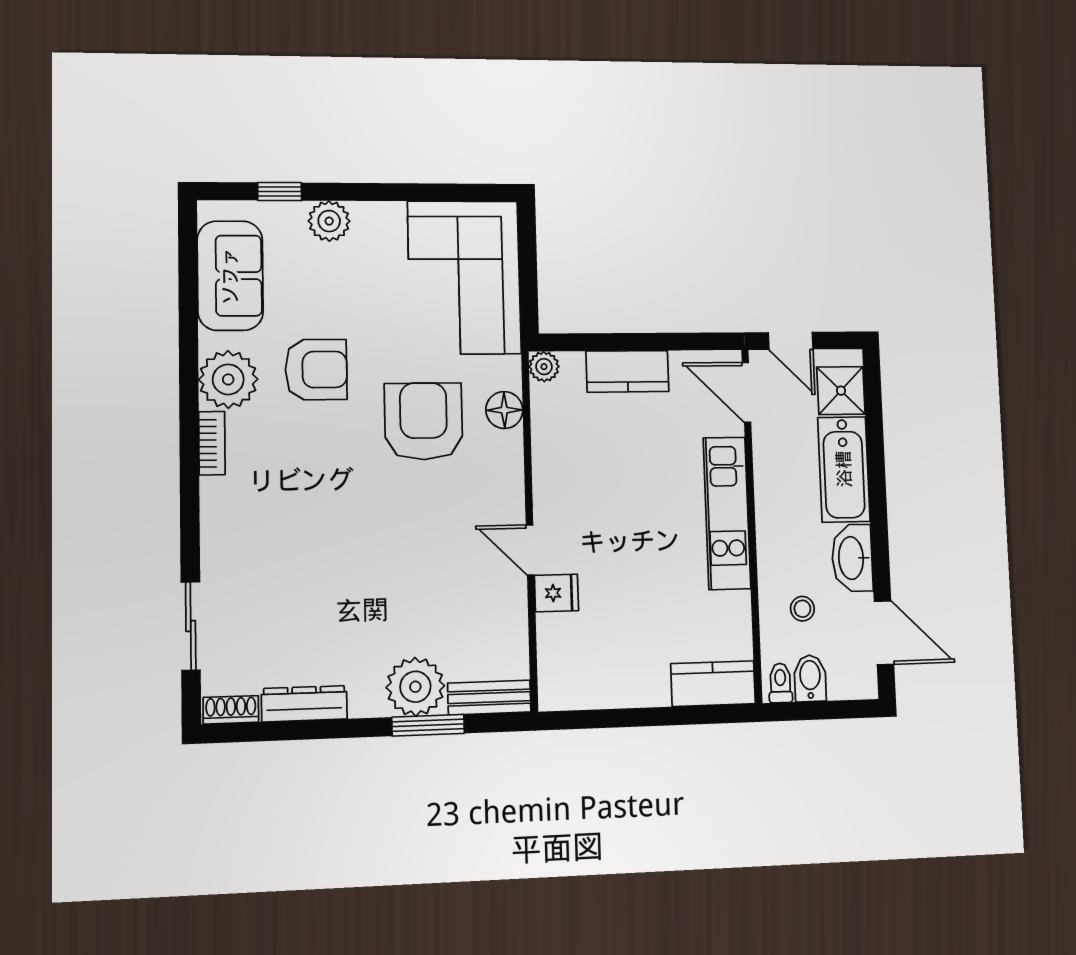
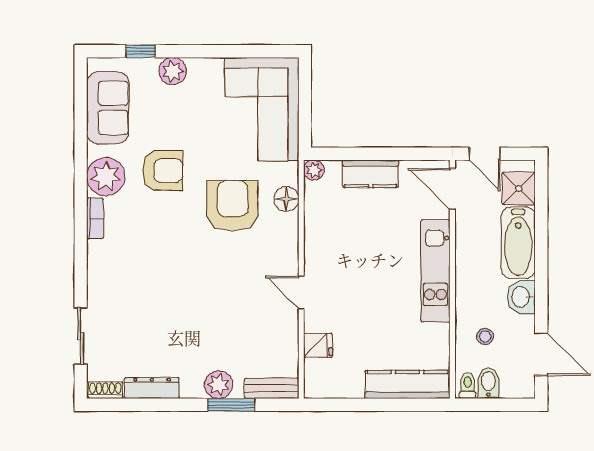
washbasin: (852, 558) -> (521, 297), width x0.72
fridge: (557, 593) -> (318, 345), moved
kitchen counter: (713, 684) -> (407, 384), width x1.50
plant: (415, 687) -> (219, 385), width x0.73, depth x0.73

